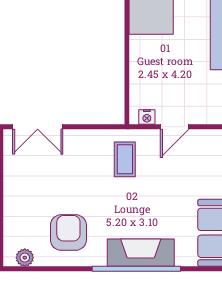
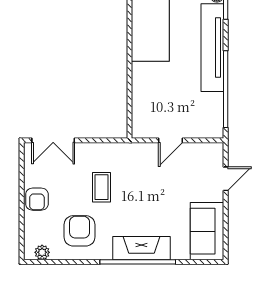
nightstand: (147, 117) -> (147, 132), removed
coffee table: (125, 159) -> (101, 187), moved
armchair: (19, 195) -> (37, 199), added

